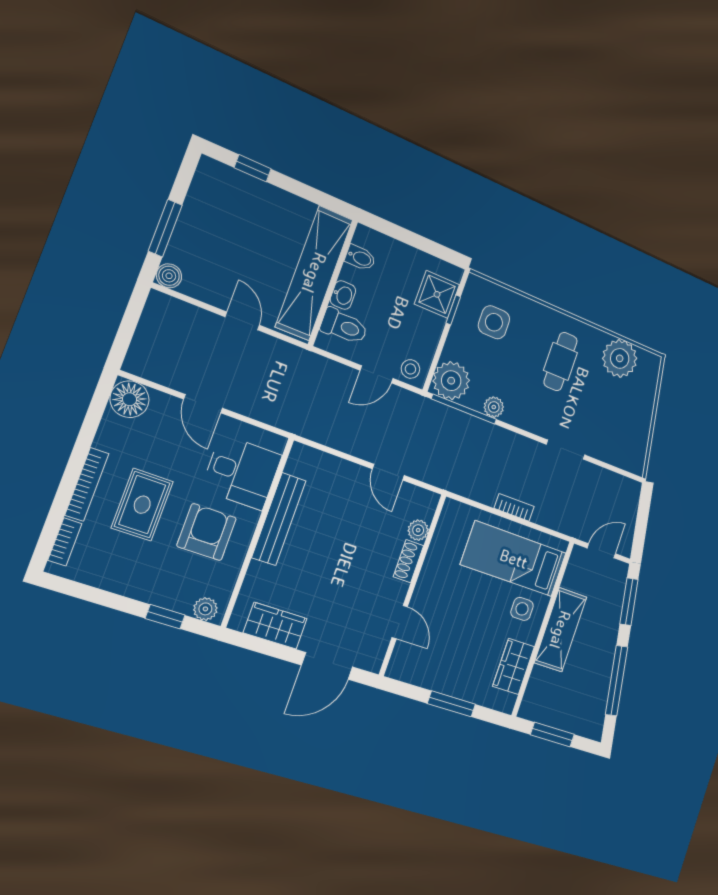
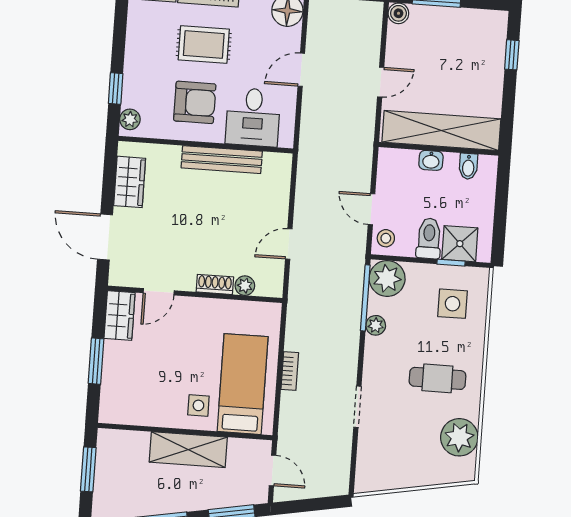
toilet: (344, 326) -> (429, 238), moved, turned 180
wardrobe: (514, 666) -> (120, 316), moved, turned 90

